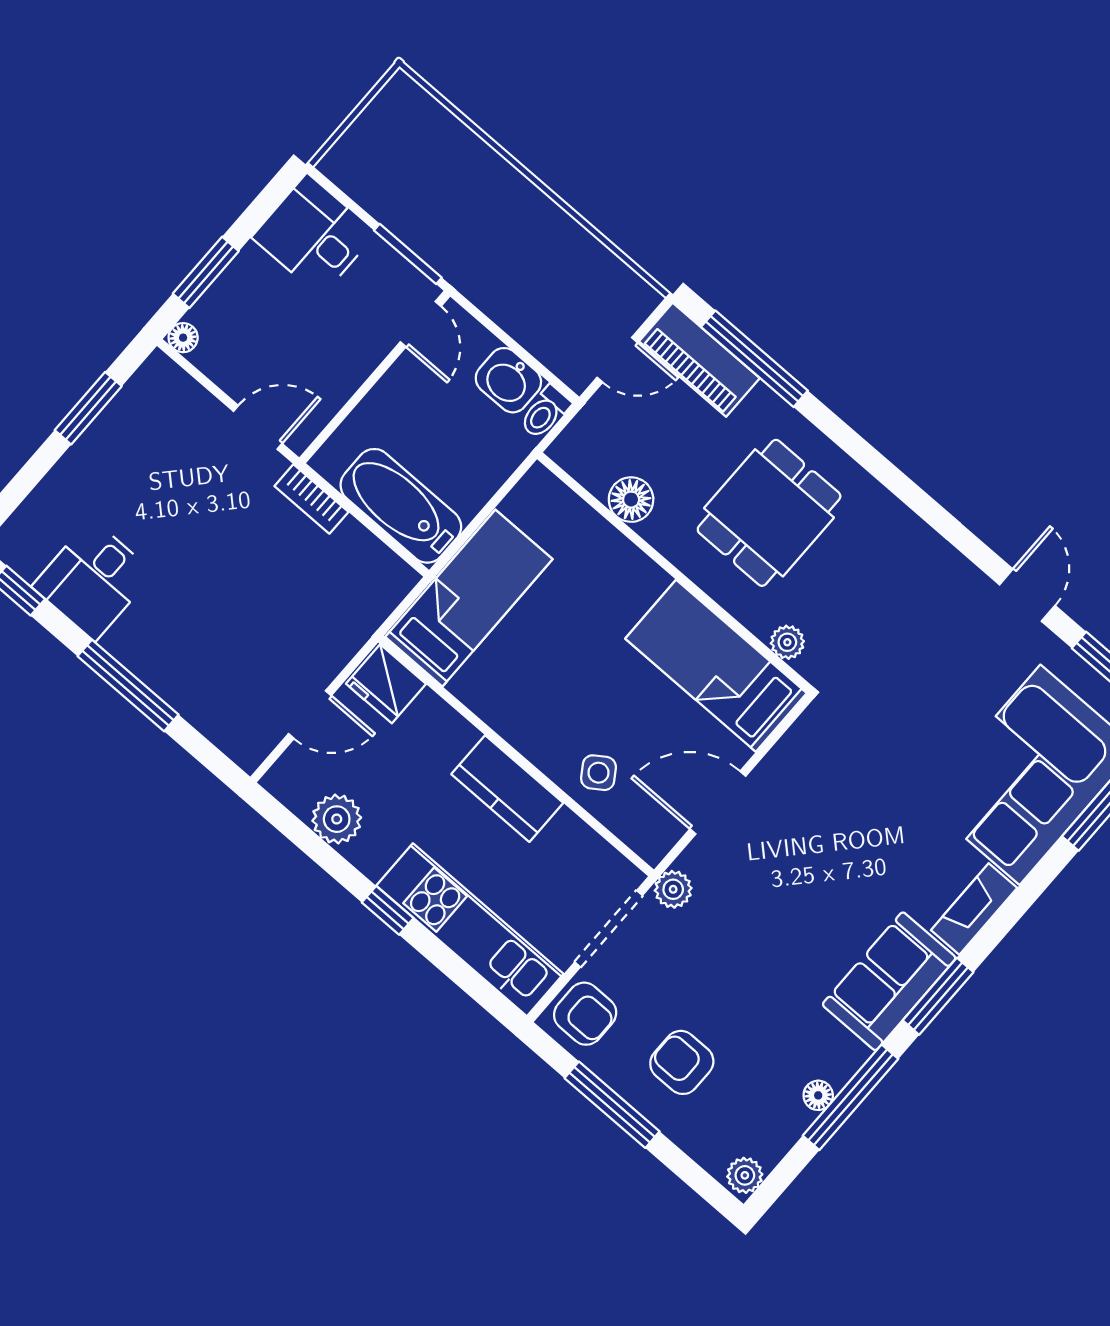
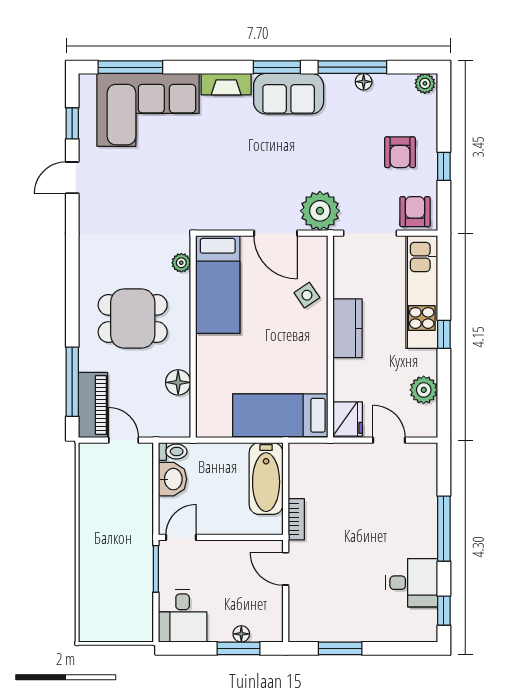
floor lamp: (183, 338) -> (241, 634), moved
plant: (673, 889) -> (320, 211), width x1.87, depth x1.87
window: (612, 1105) -> (444, 166), width x0.46

